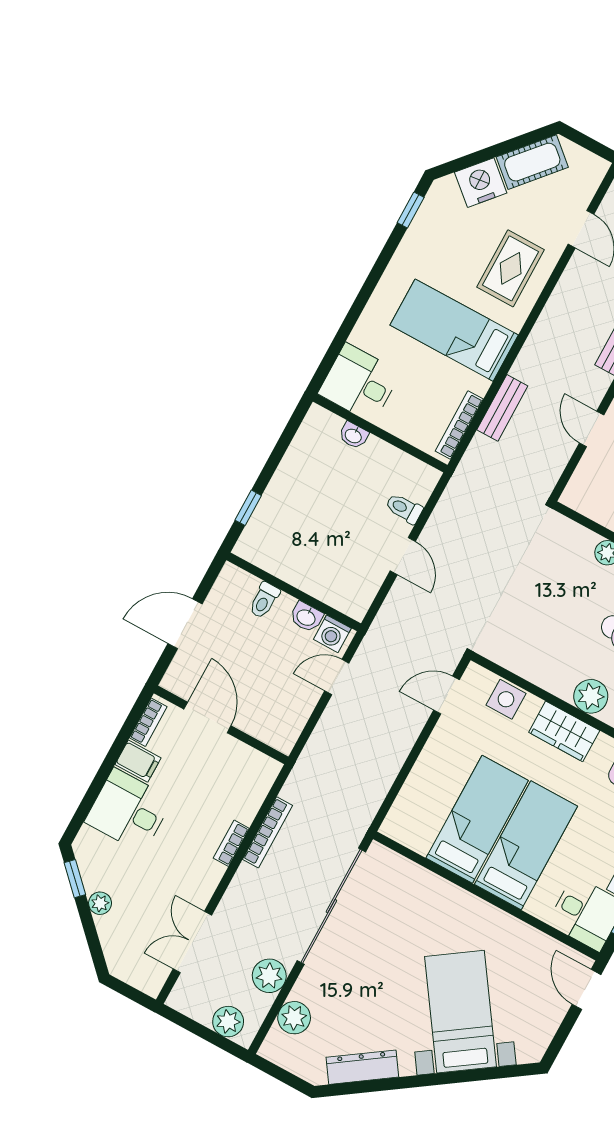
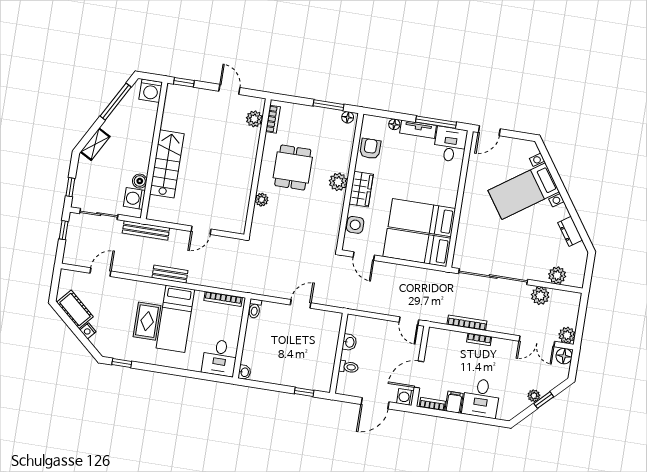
nightstand: (481, 183) -> (88, 331), width x0.53, depth x0.56
rug: (511, 268) -> (147, 321), moved, turned 90
bench: (502, 408) -> (170, 274), moved
washbasin: (353, 435) -> (244, 372), moved
toilet: (404, 508) -> (255, 309), moved
door: (185, 624) -> (375, 403), hinge flipped
washing machine: (332, 634) -> (405, 397), moved, turned 180
door: (337, 677) -> (409, 321), moved
bed: (526, 845) -> (417, 247), moved
window: (75, 879) -> (544, 400), moved
floor lamp: (150, 980) -> (564, 356), added
plant: (228, 1022) -> (567, 335), moved
dresser: (362, 1067) -> (570, 231), width x0.70

